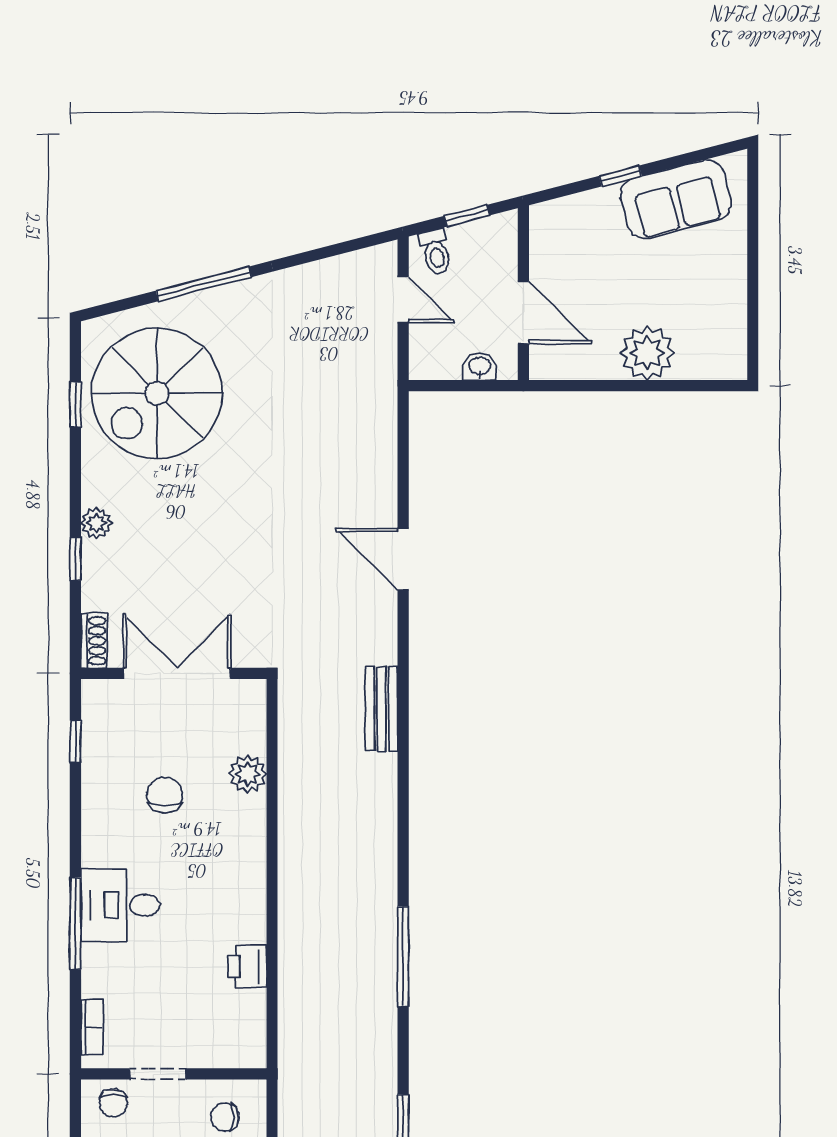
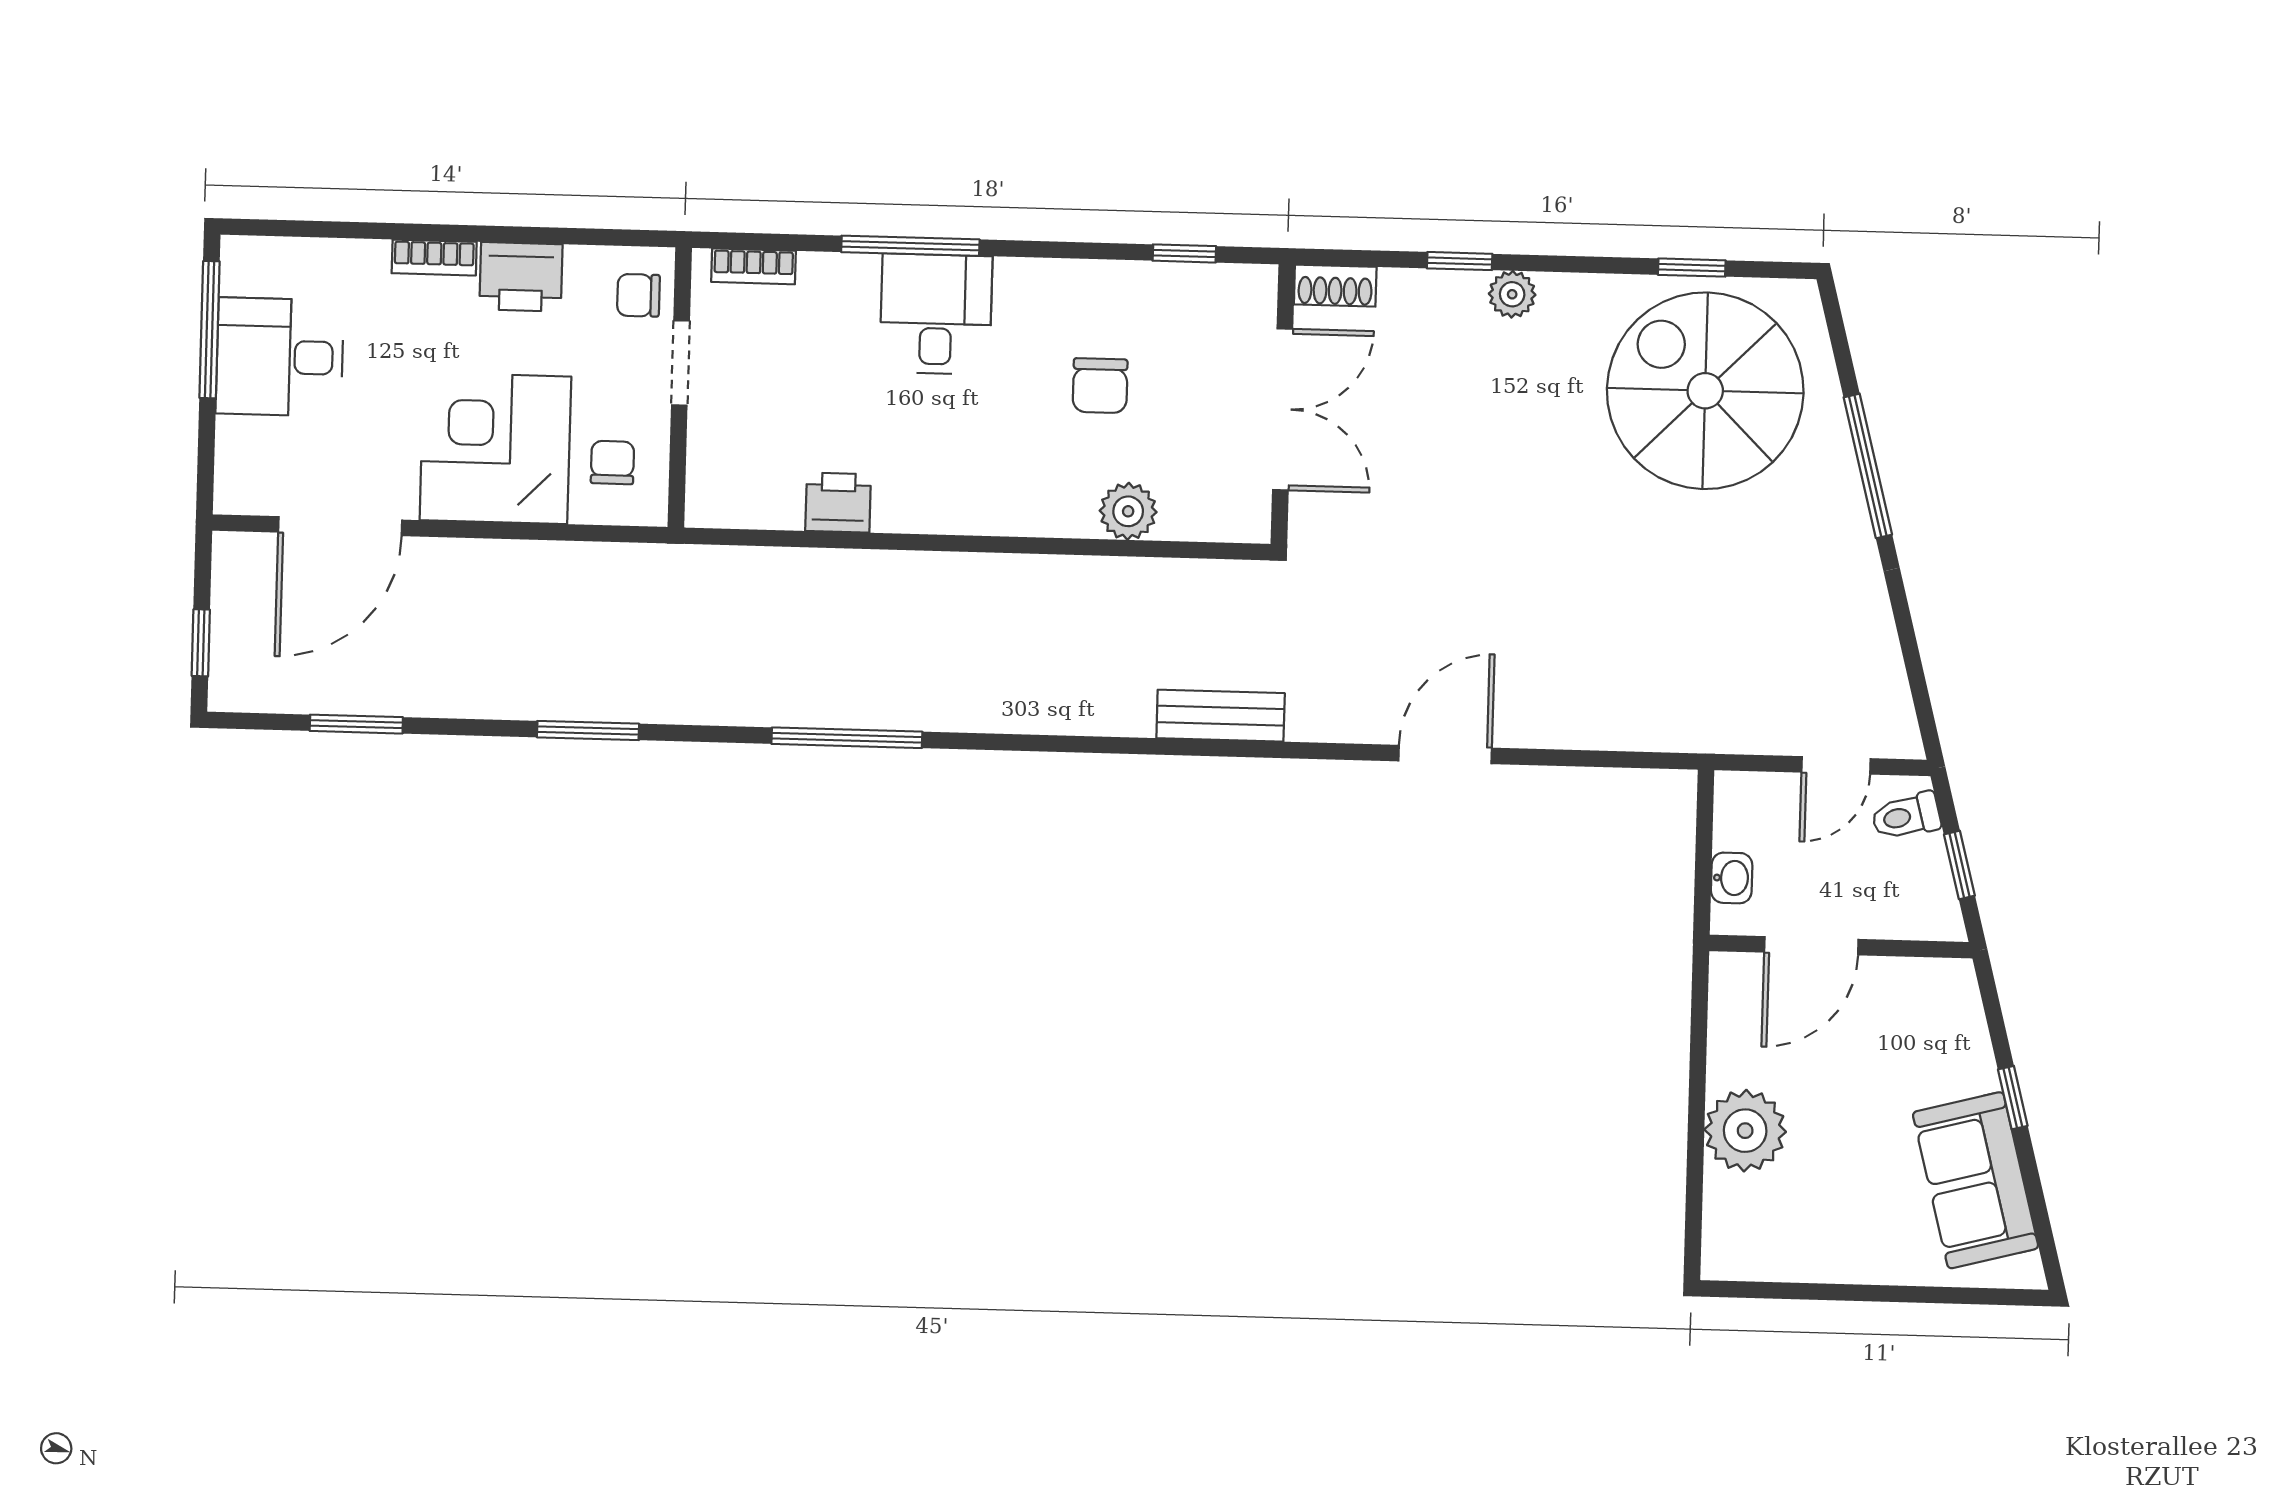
chair: (165, 795) -> (1100, 386), turned 90

